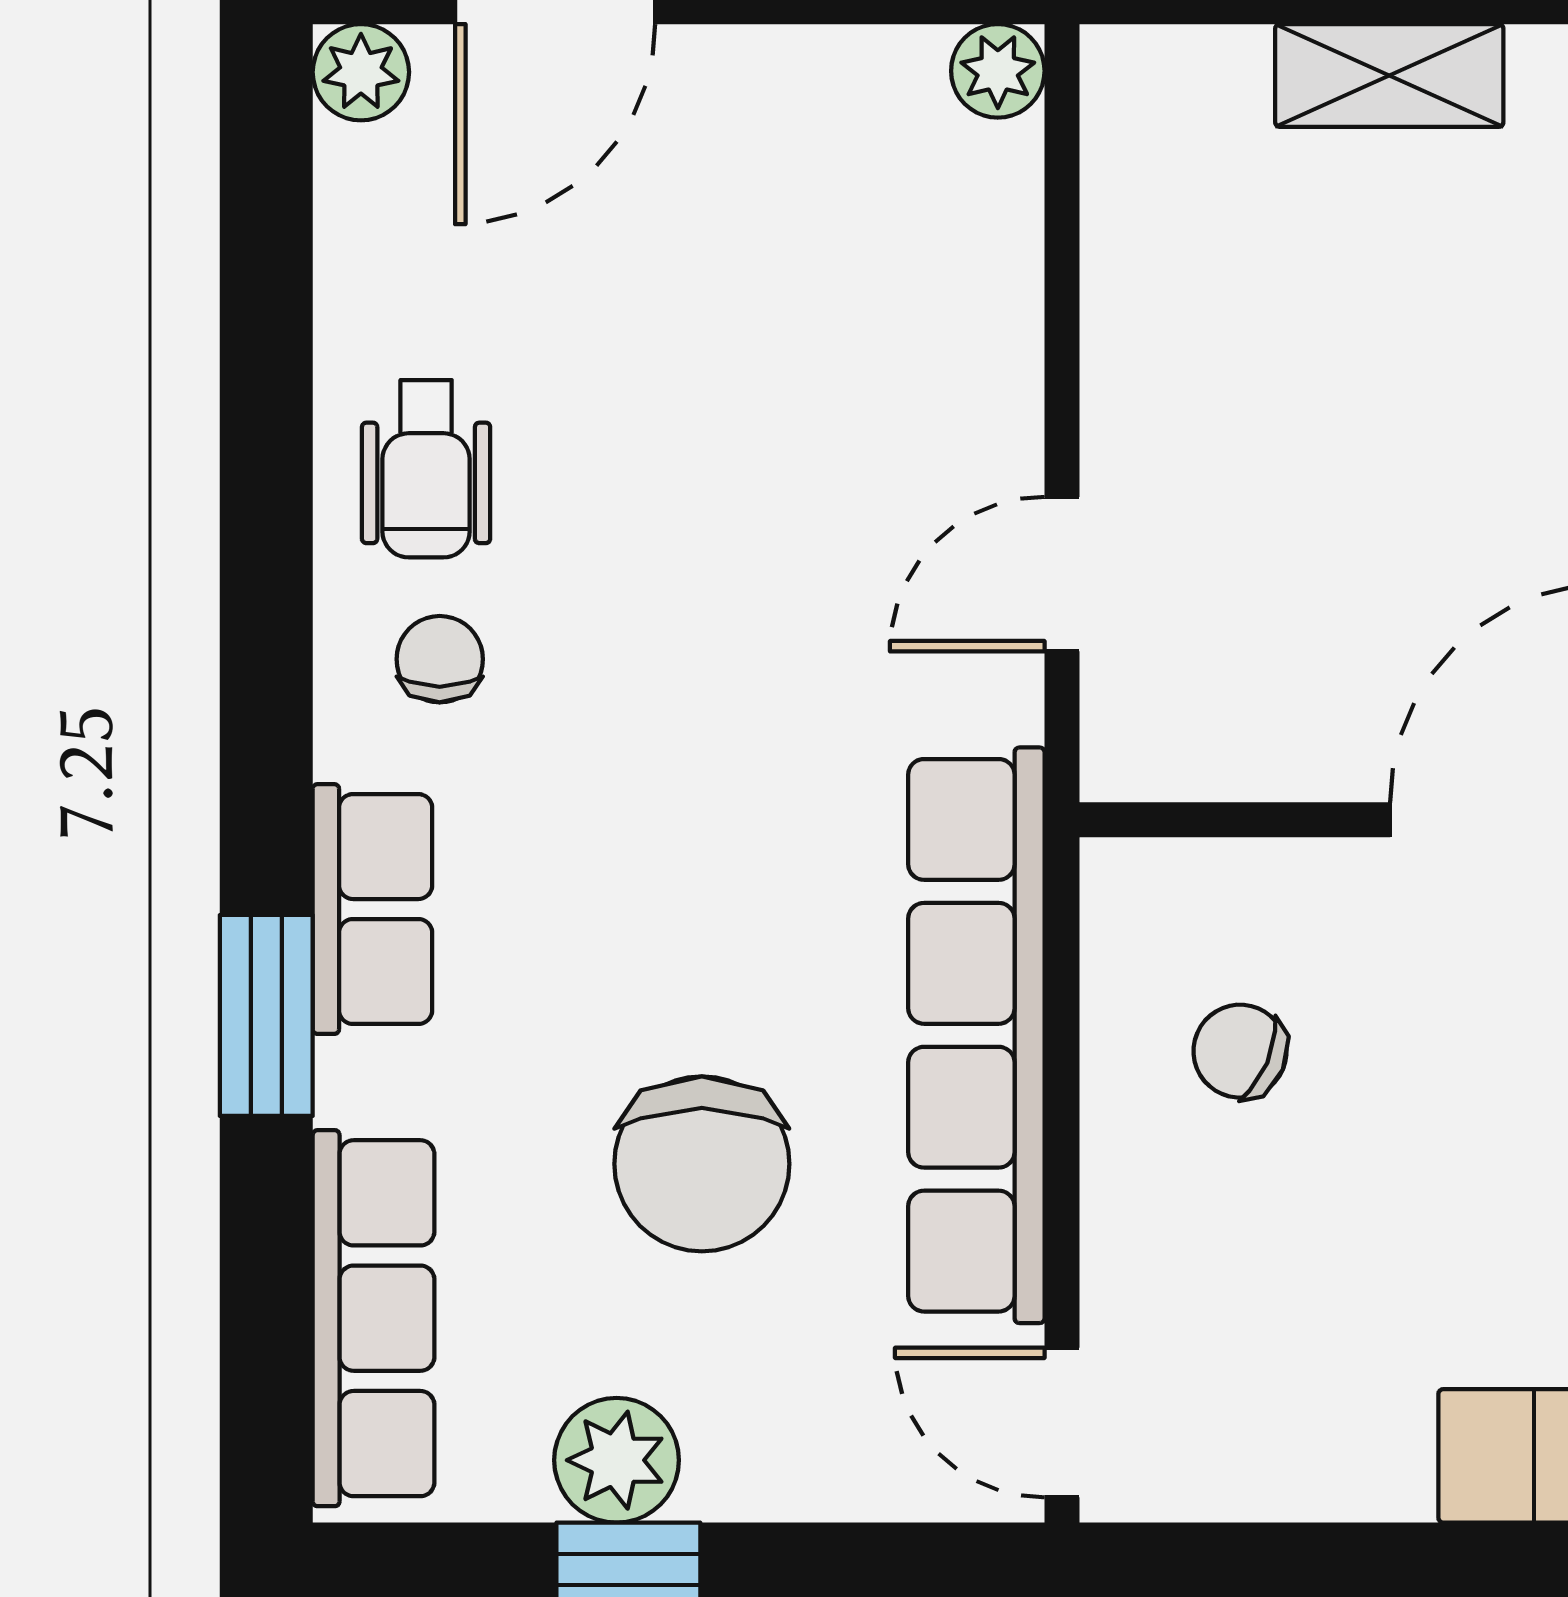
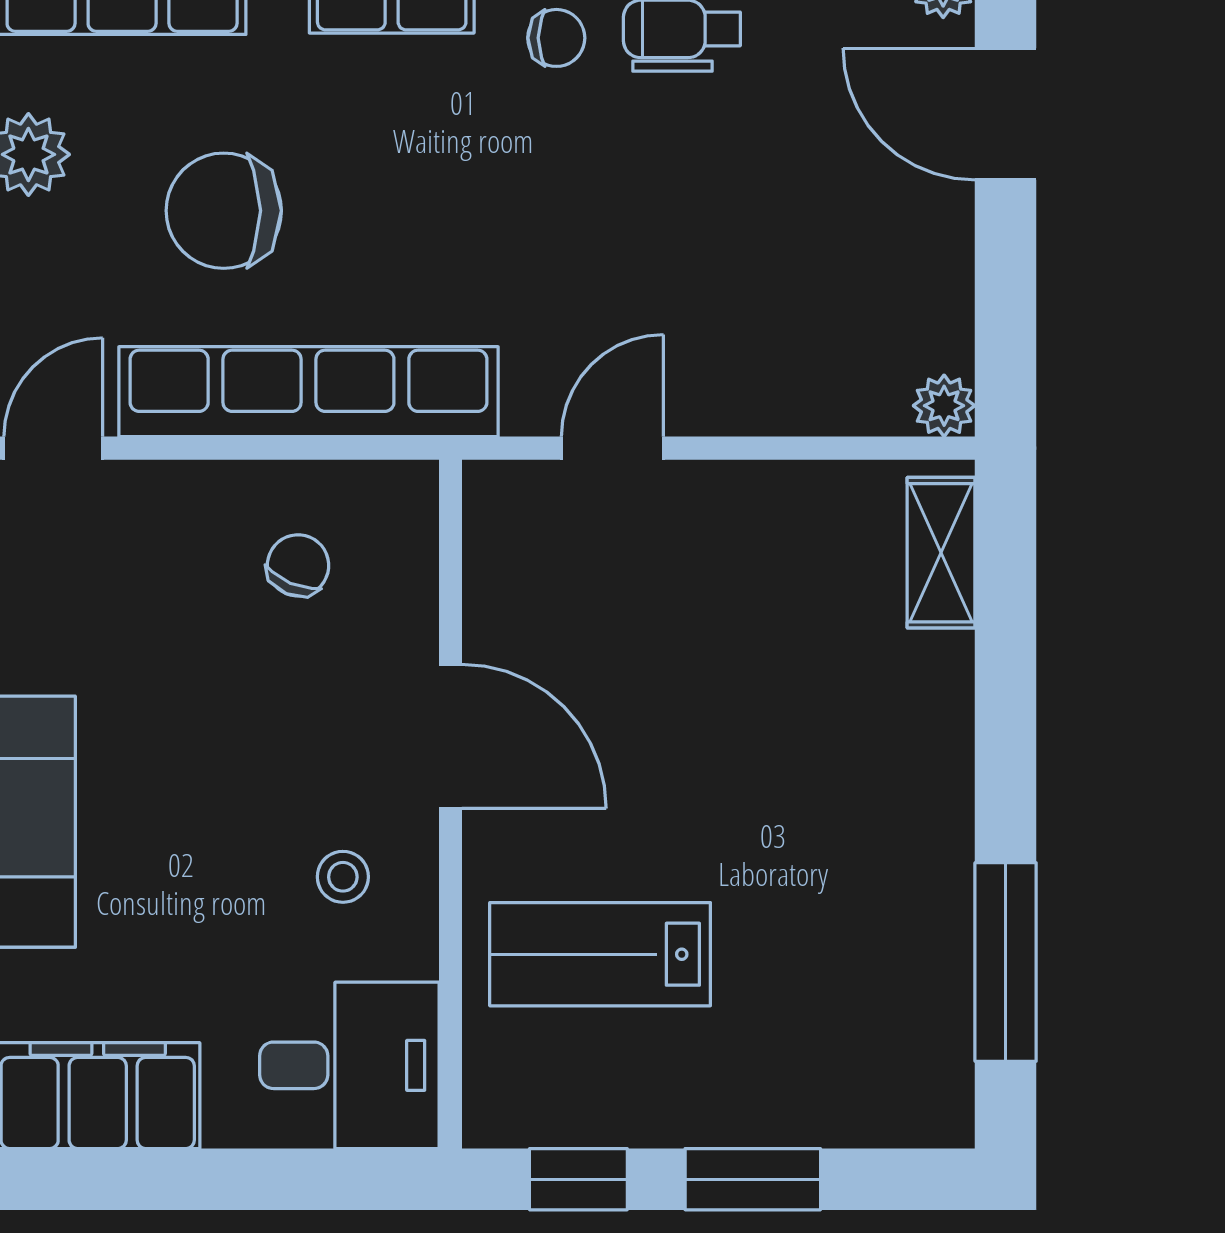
shelving: (1389, 75) -> (941, 553), moved
door: (1062, 574) -> (612, 448), hinge flipped

